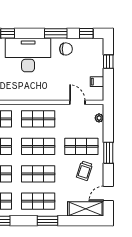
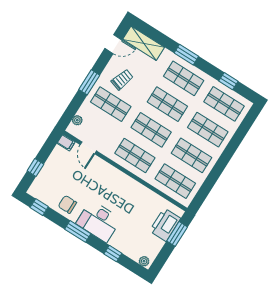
window: (56, 33) -> (78, 231), moved
desk: (28, 55) -> (99, 221), width x0.73, depth x0.77
filing cabinet: (97, 82) -> (66, 143), moved

